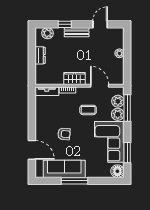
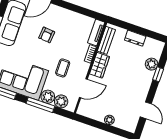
bench: (77, 32) -> (106, 40), moved
plant: (47, 33) -> (152, 64), moved
window: (127, 108) -> (40, 105), moved

